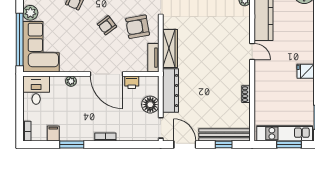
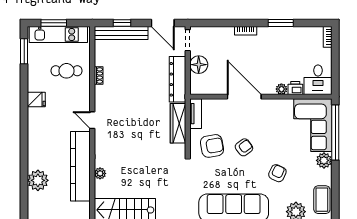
printer: (132, 82) -> (295, 88), moved
cafe table: (277, 99) -> (67, 71), added
filing cabinet: (53, 134) -> (300, 34), removed

